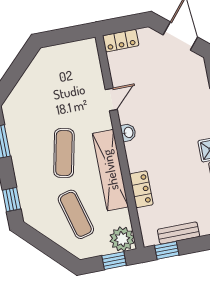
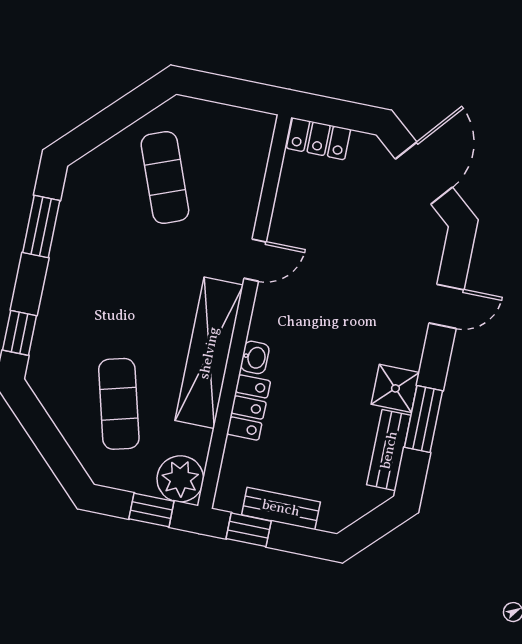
door: (111, 99) -> (255, 260), moved
washbasin: (128, 133) -> (255, 357), moved
exercise mat: (64, 153) -> (165, 177), moved, turned -33

